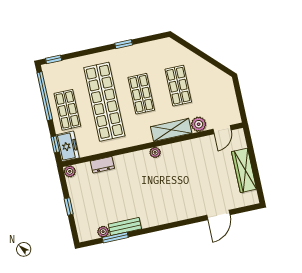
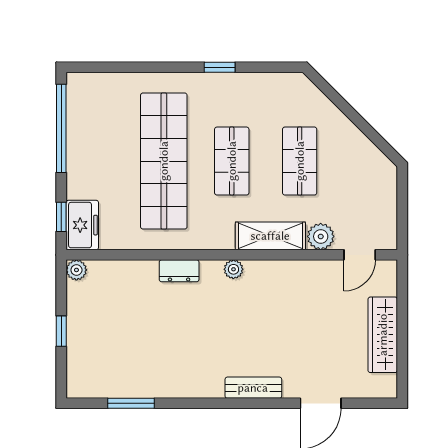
window: (54, 59) -> (91, 67), removed
shop shelf: (67, 110) -> (96, 161), removed
dresser: (102, 165) -> (179, 271), moved
bench: (125, 226) -> (253, 388), moved
plant: (103, 232) -> (112, 388), removed

